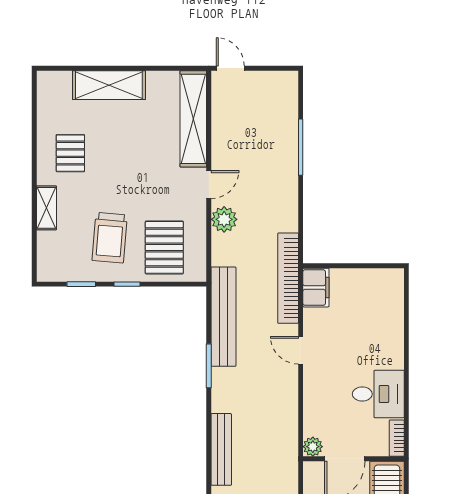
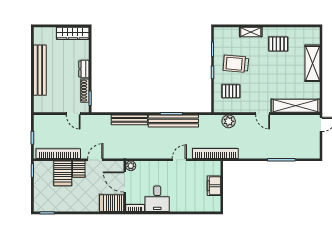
plant: (224, 219) -> (229, 121), moved
pallet: (164, 247) -> (231, 91), width x0.67, depth x0.71
filing cabinet: (316, 288) -> (214, 186), moved, turned 90
bench: (223, 317) -> (173, 121), moved

